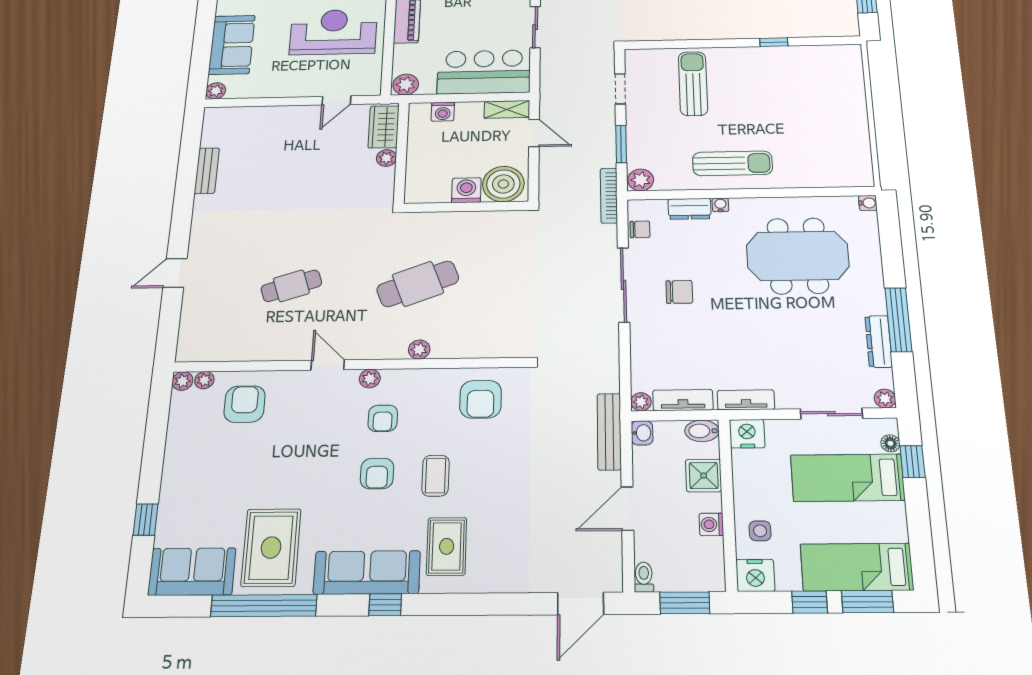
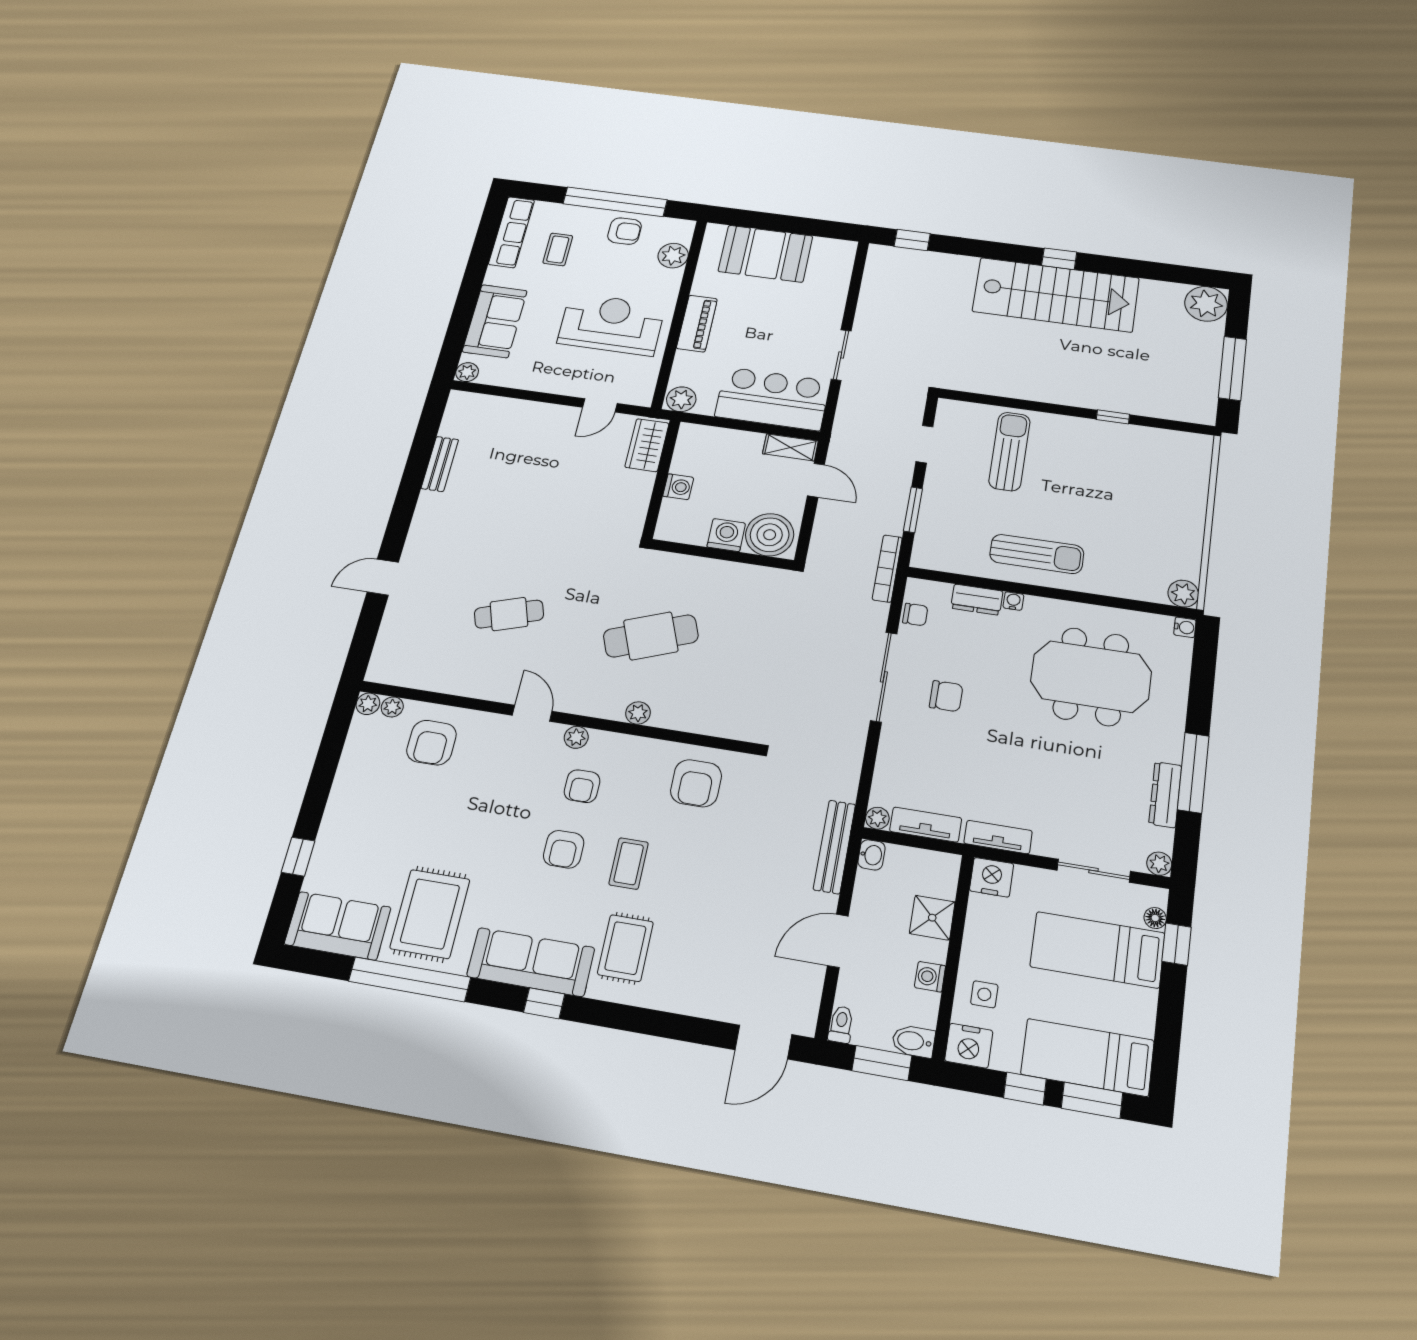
washing machine: (443, 112) -> (678, 487), moved, turned -90
plant: (386, 158) -> (643, 482), removed
plant: (641, 180) -> (1183, 594), moved
armchair: (245, 404) -> (431, 743), turned 180
bidet: (702, 431) -> (913, 1041), moved

